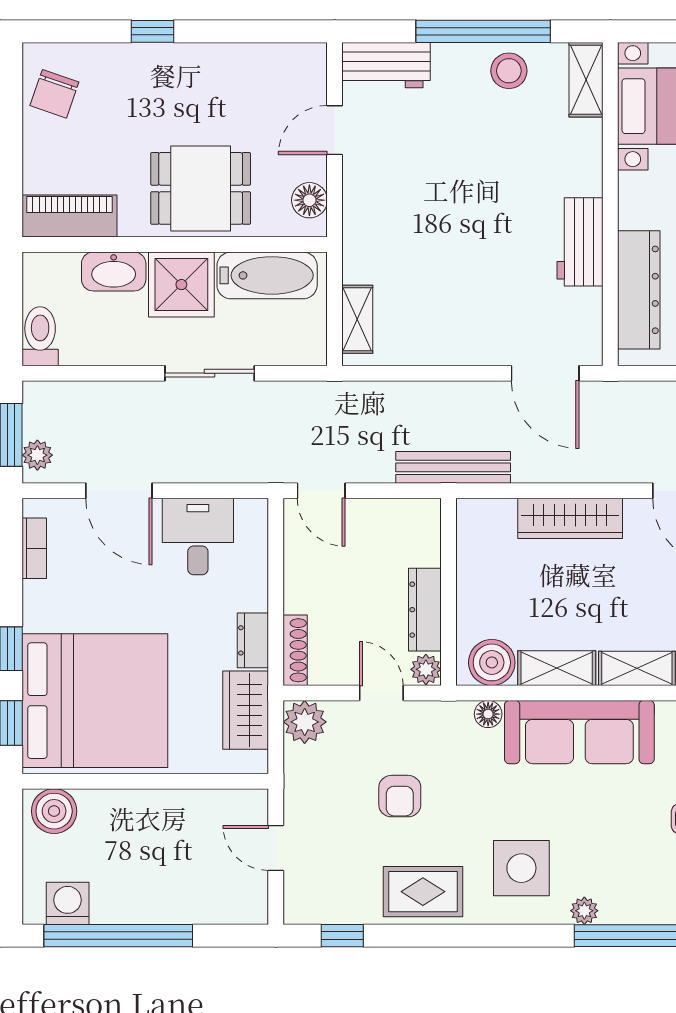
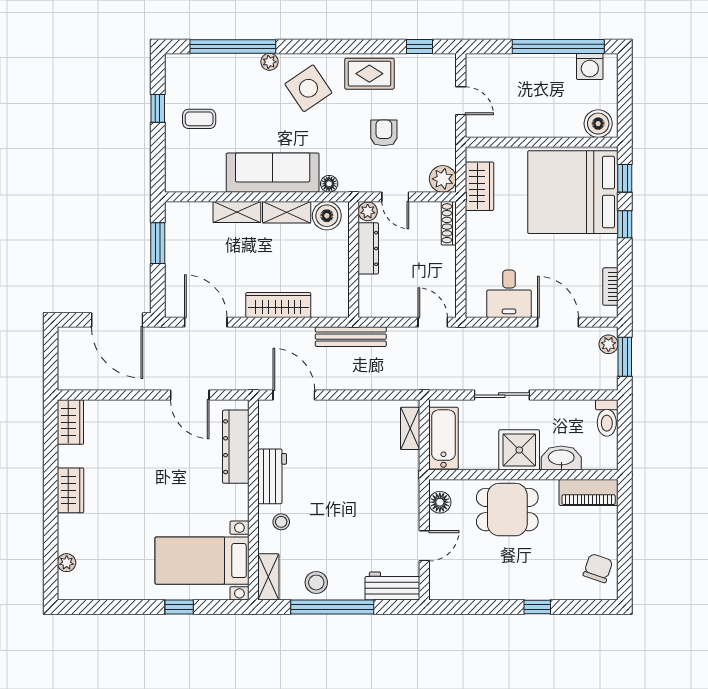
stool: (565, 169) -> (281, 522), added
bathtub: (267, 275) -> (443, 438), moved, turned 90
dresser: (253, 640) -> (475, 229), removed
side table: (521, 868) -> (308, 88), turned -34

